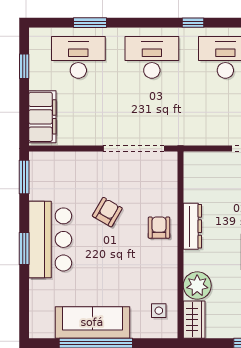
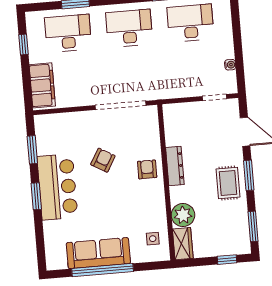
window: (24, 177) -> (32, 150), moved

